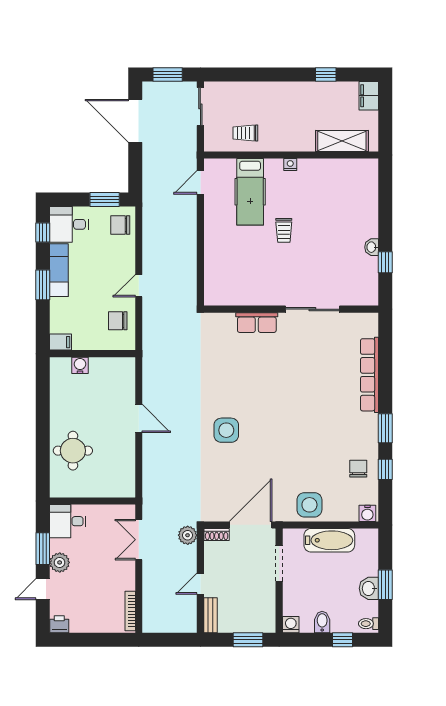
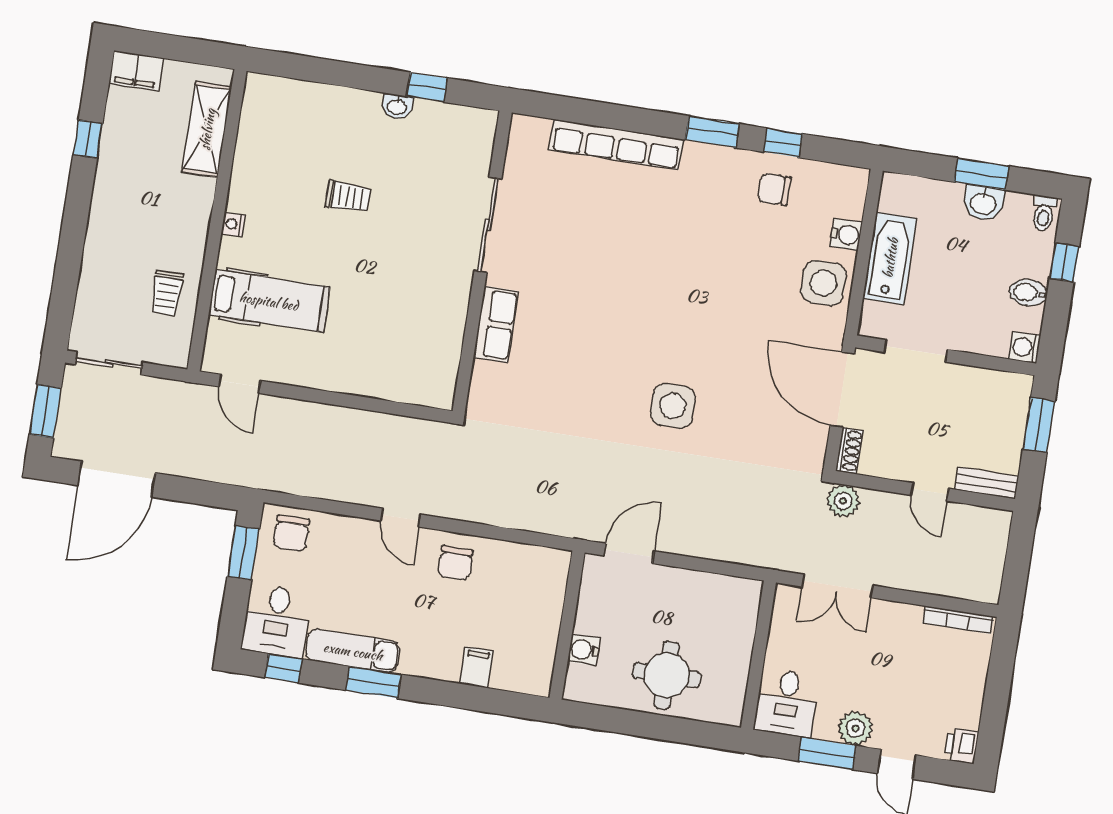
trolley: (284, 230) -> (348, 197), moved
wall: (92, 354) -> (567, 625), moved
water cooler: (80, 365) -> (584, 650), moved
water cooler: (367, 513) -> (846, 235), moved

